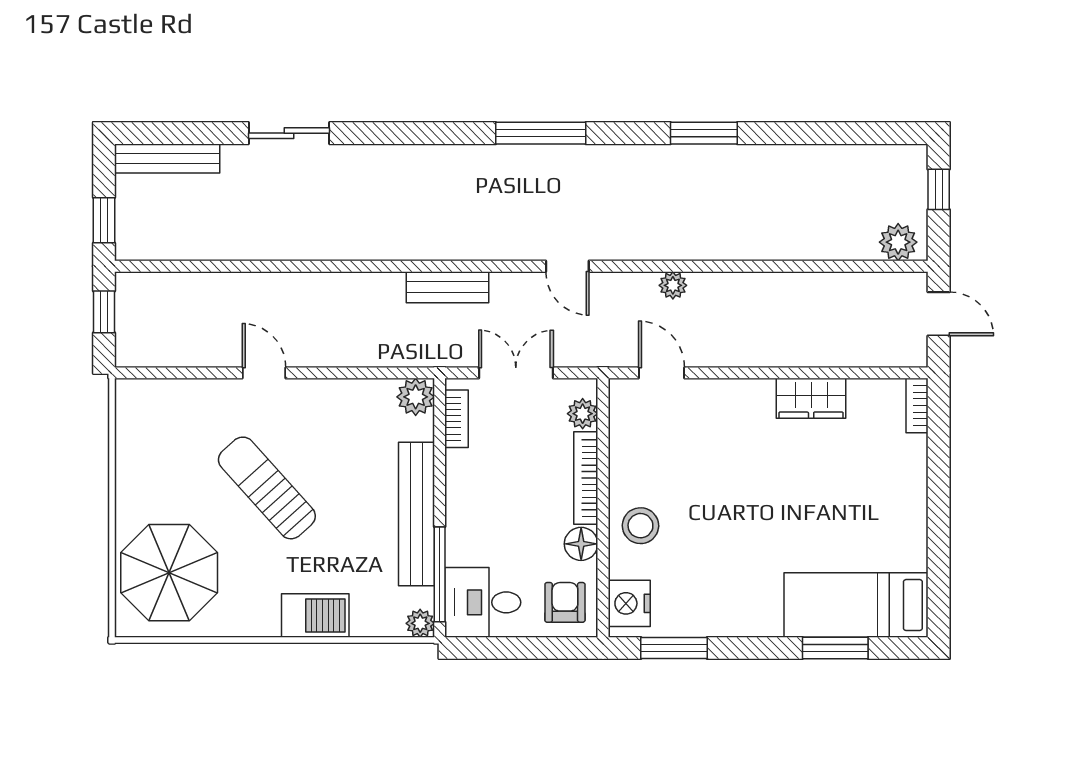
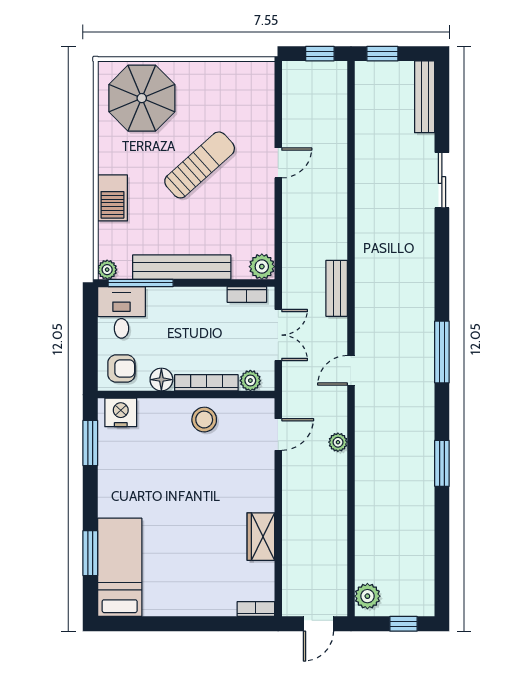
stool: (640, 526) -> (204, 420), moved

